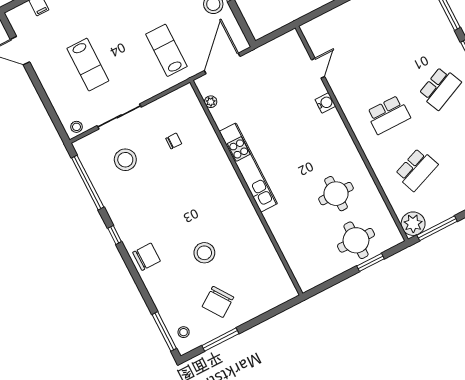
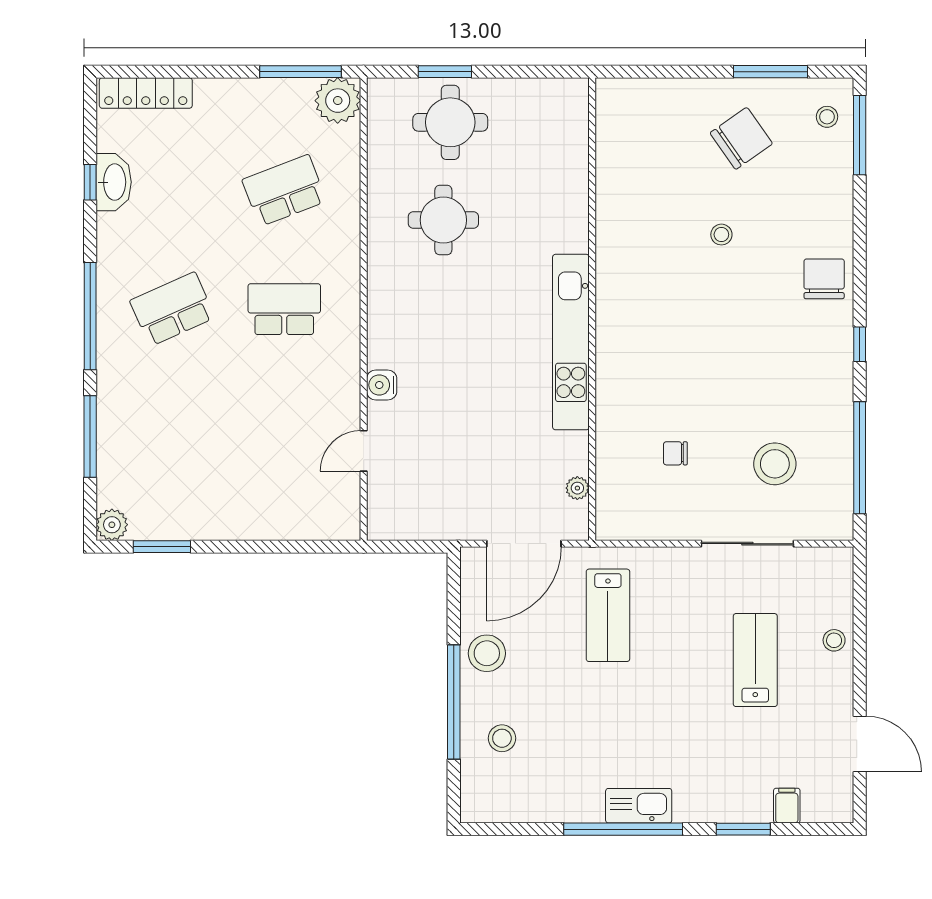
stool: (76, 127) -> (834, 640), moved
stool: (204, 253) -> (721, 235), width x0.53, depth x0.53
chair: (146, 257) -> (824, 279), turned 90

